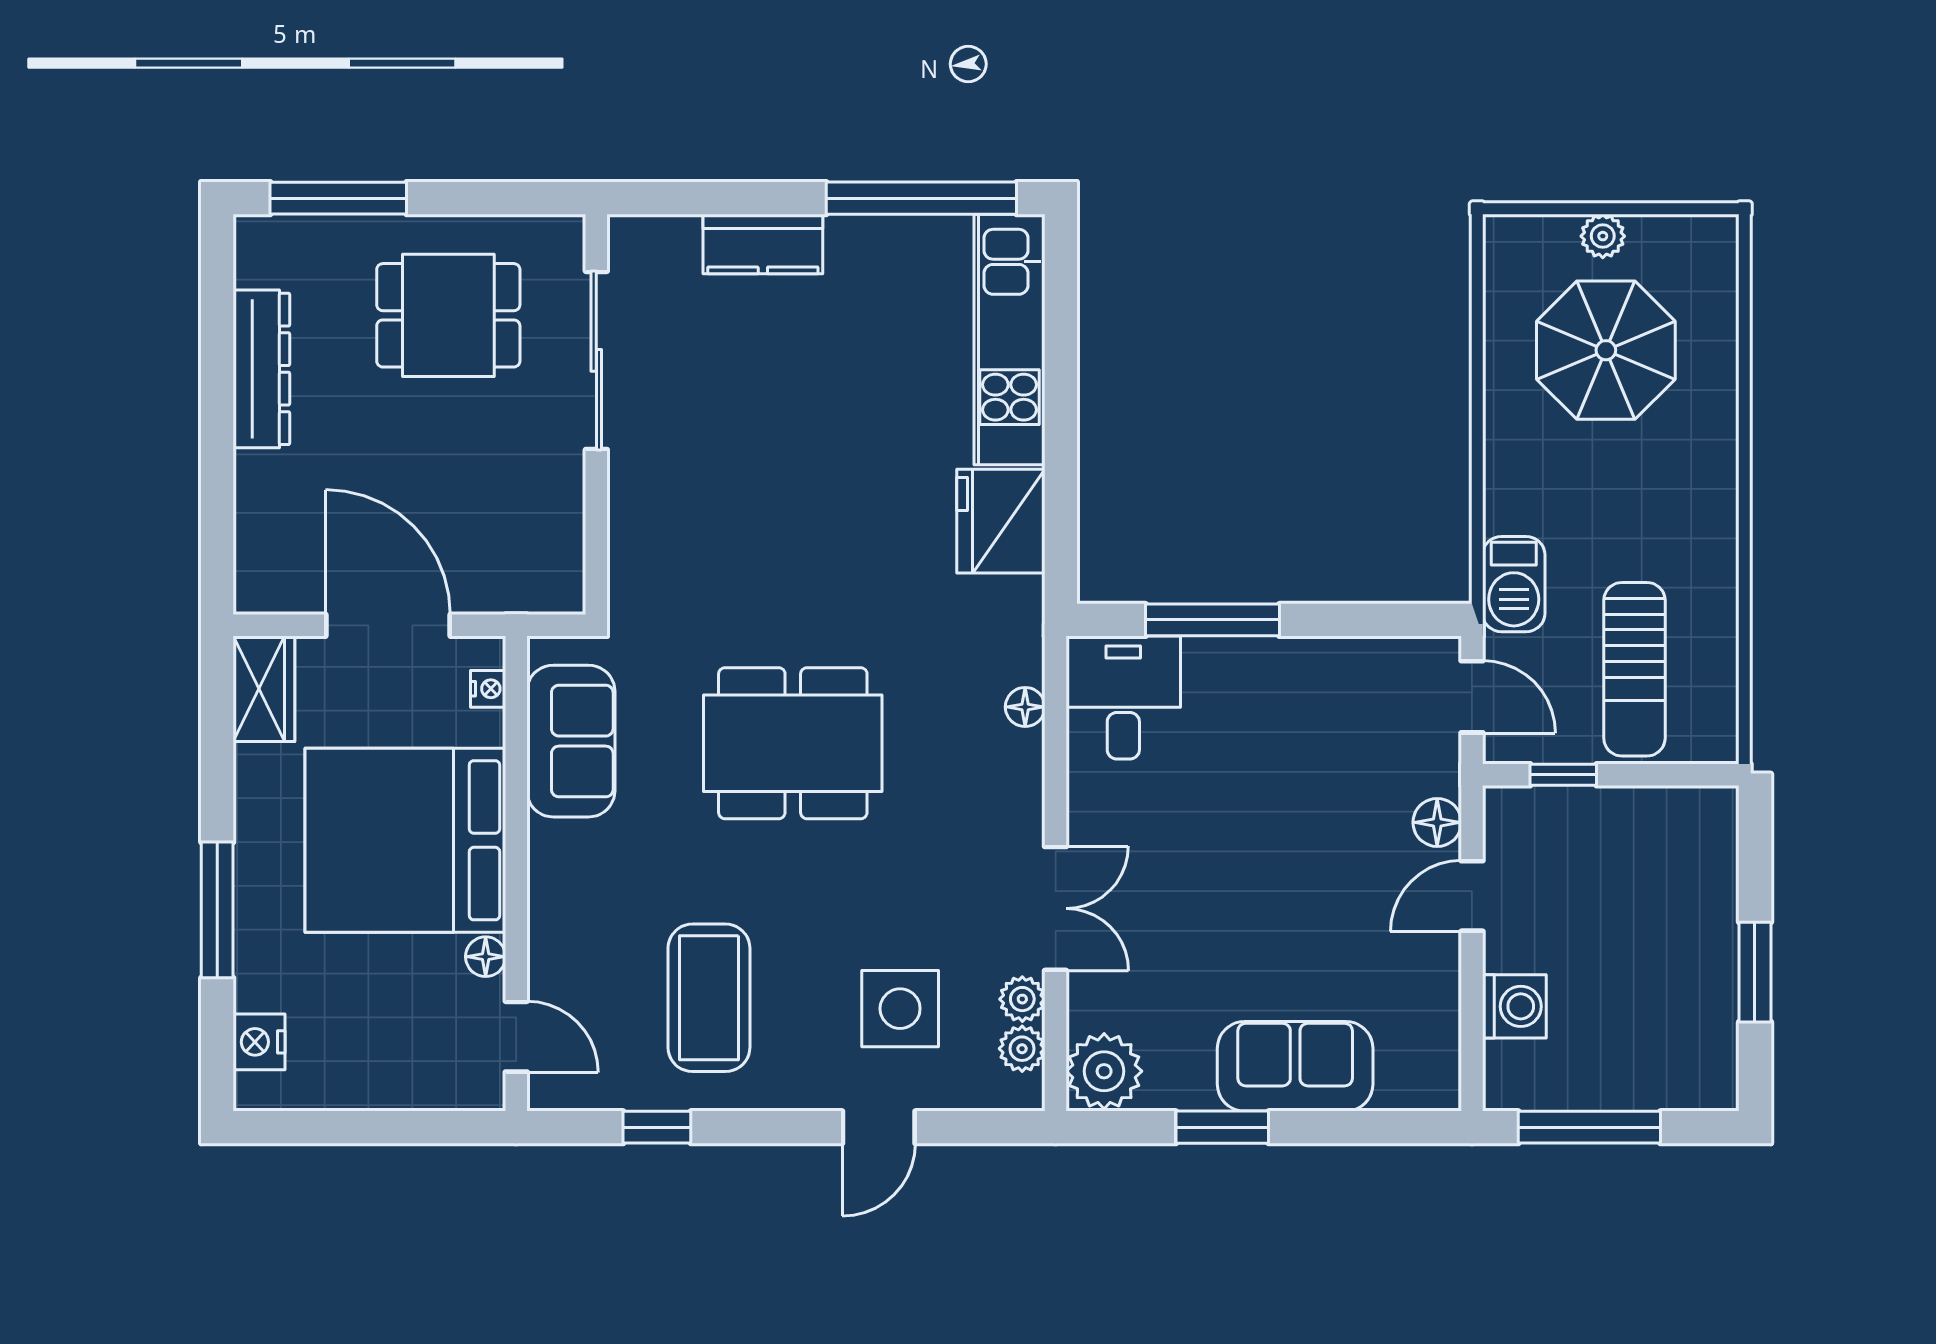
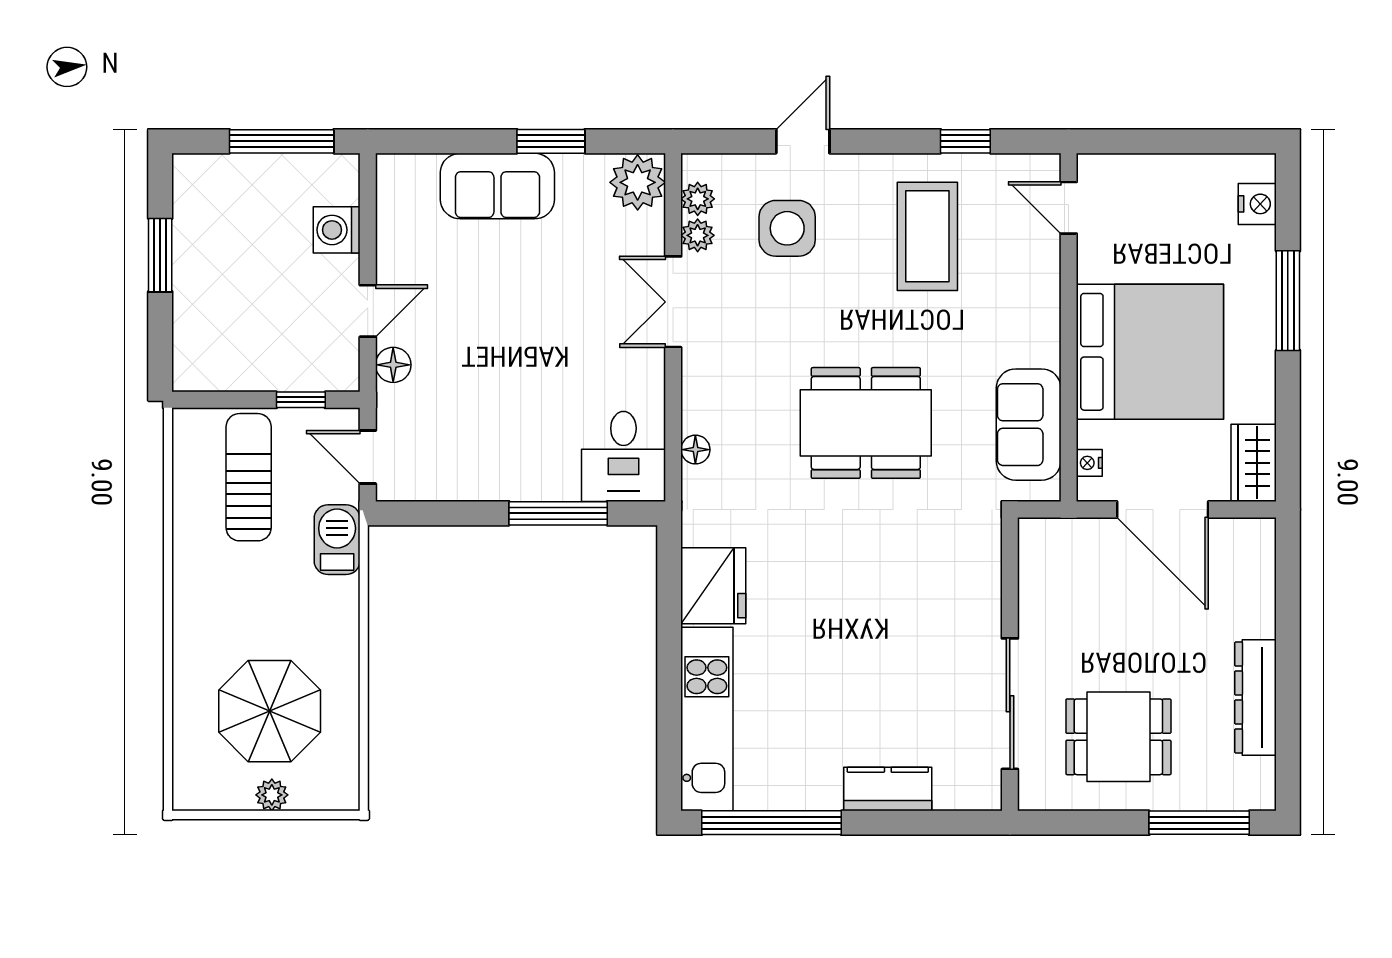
floor lamp: (486, 957) -> (1091, 266), removed

